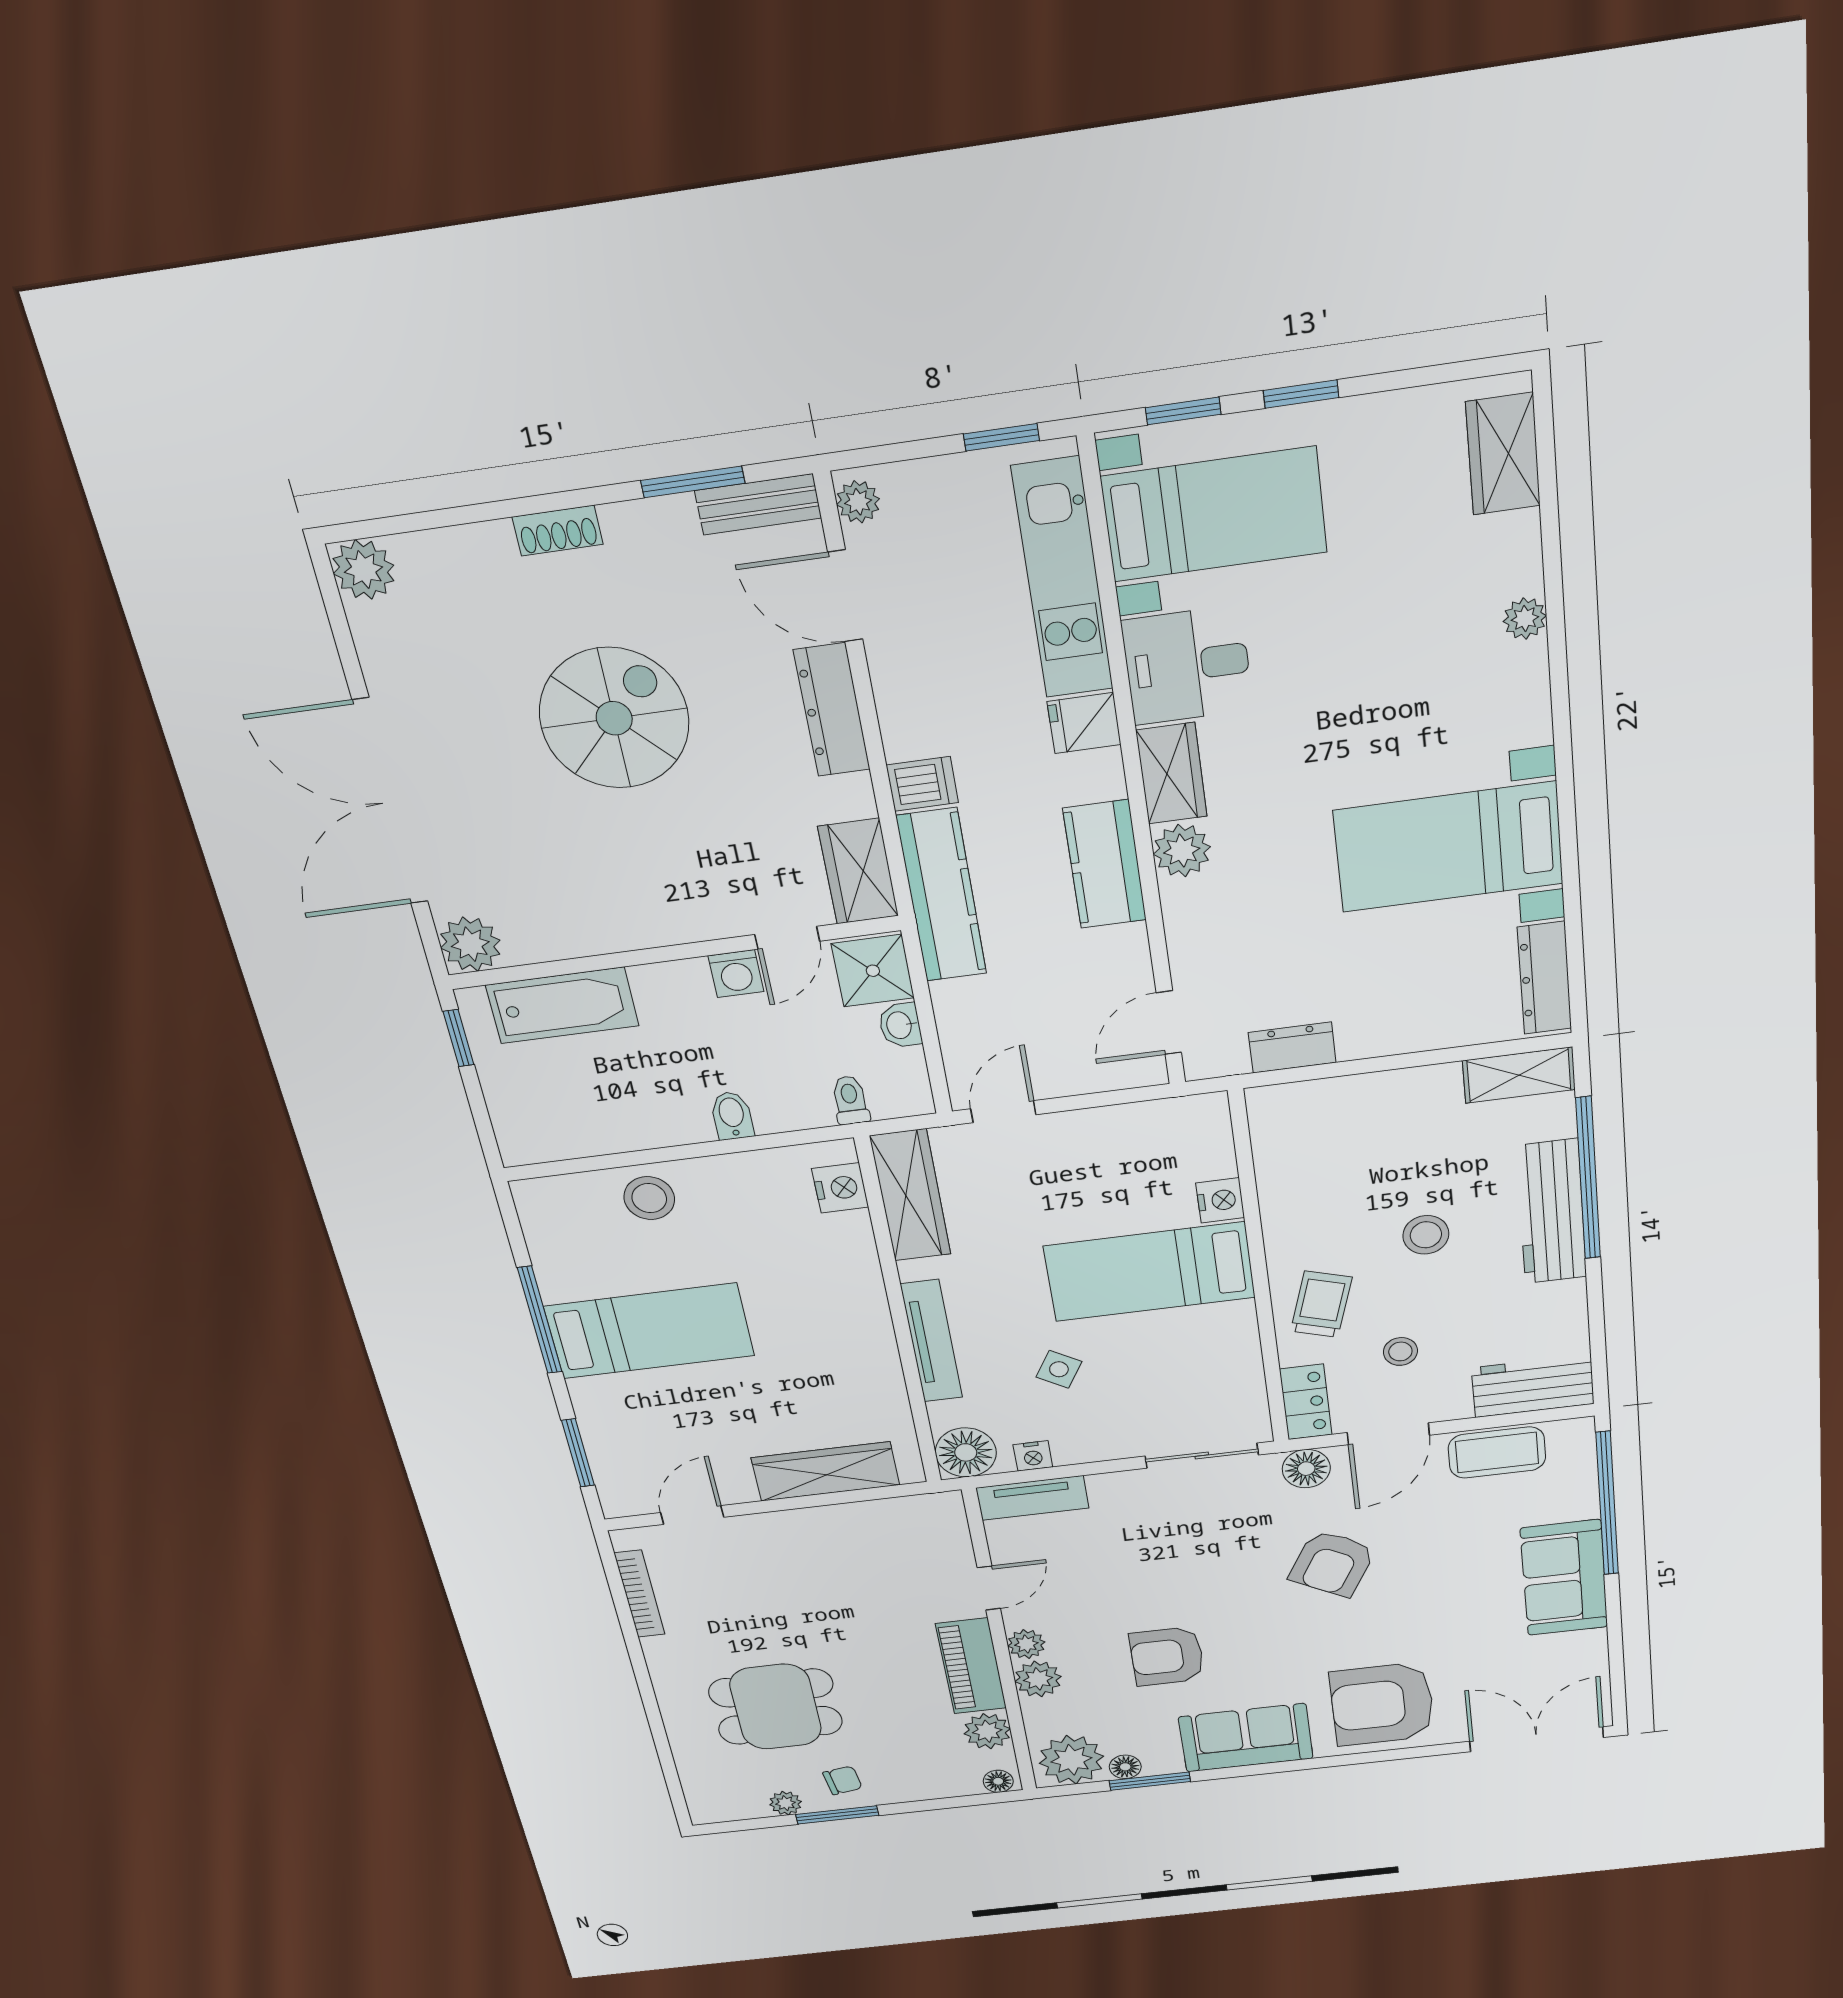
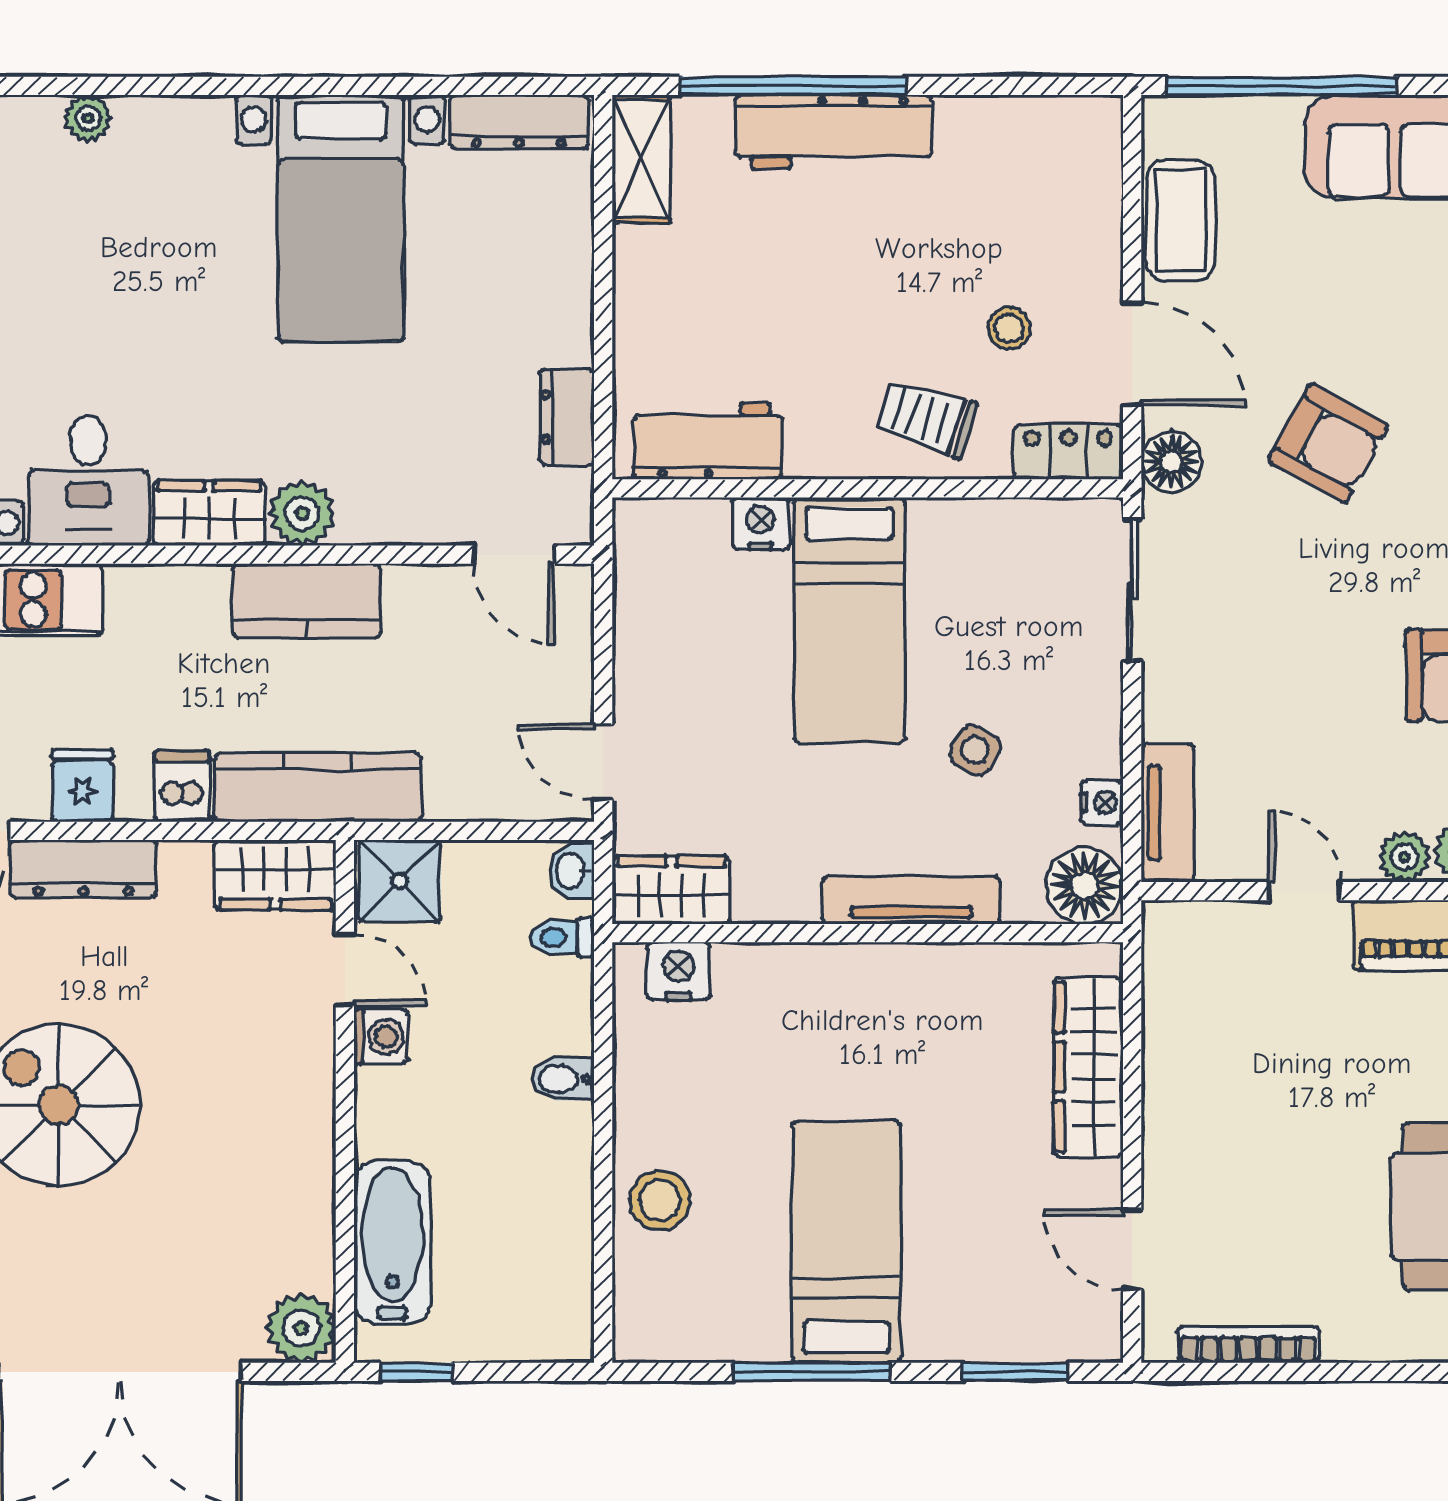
fridge: (1084, 723) -> (82, 786), moved, turned 180
washbasin: (900, 1025) -> (572, 871), moved, turned 90
wardrobe: (910, 1195) -> (671, 890), width x0.67
stool: (1426, 1235) -> (844, 284), removed
workbench: (1533, 1386) -> (708, 441), moved, turned 90

